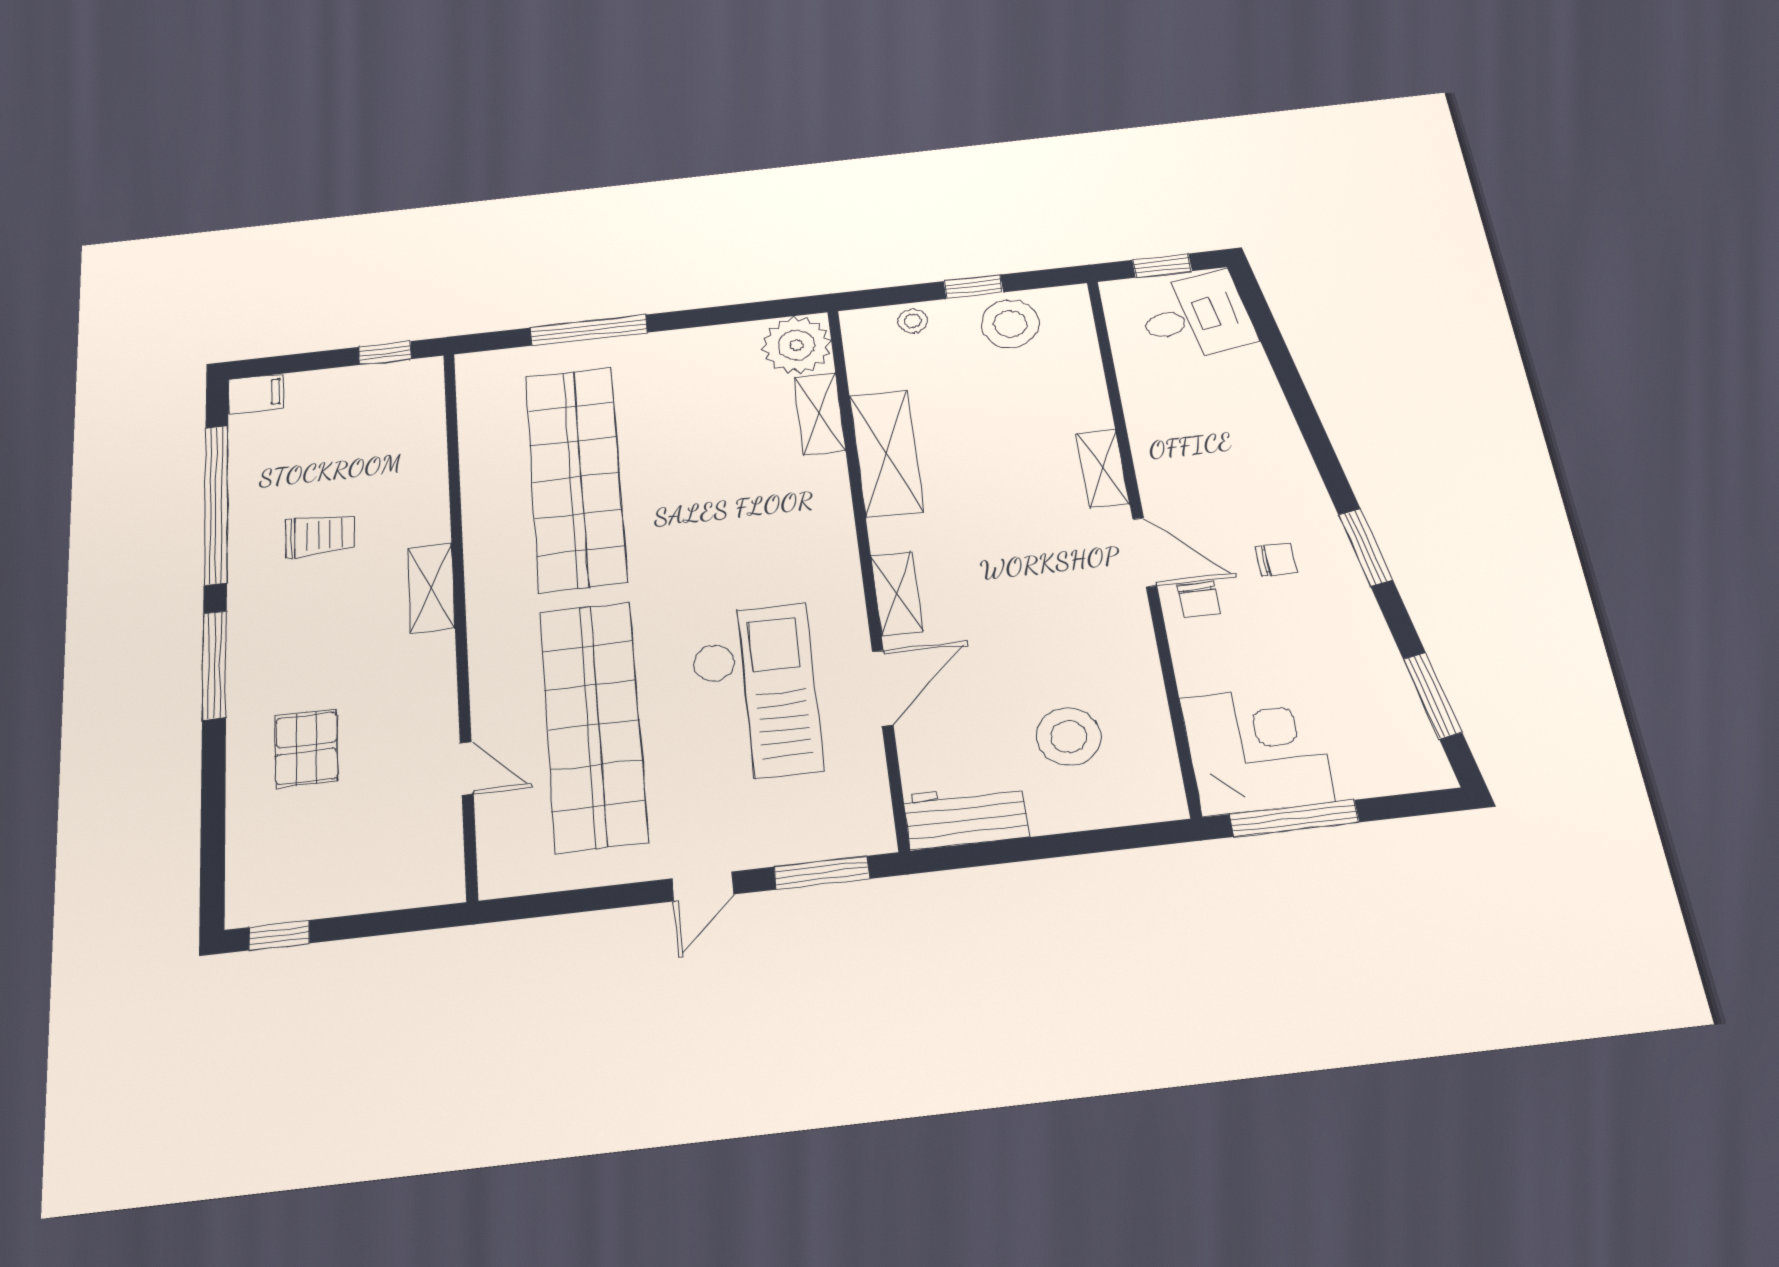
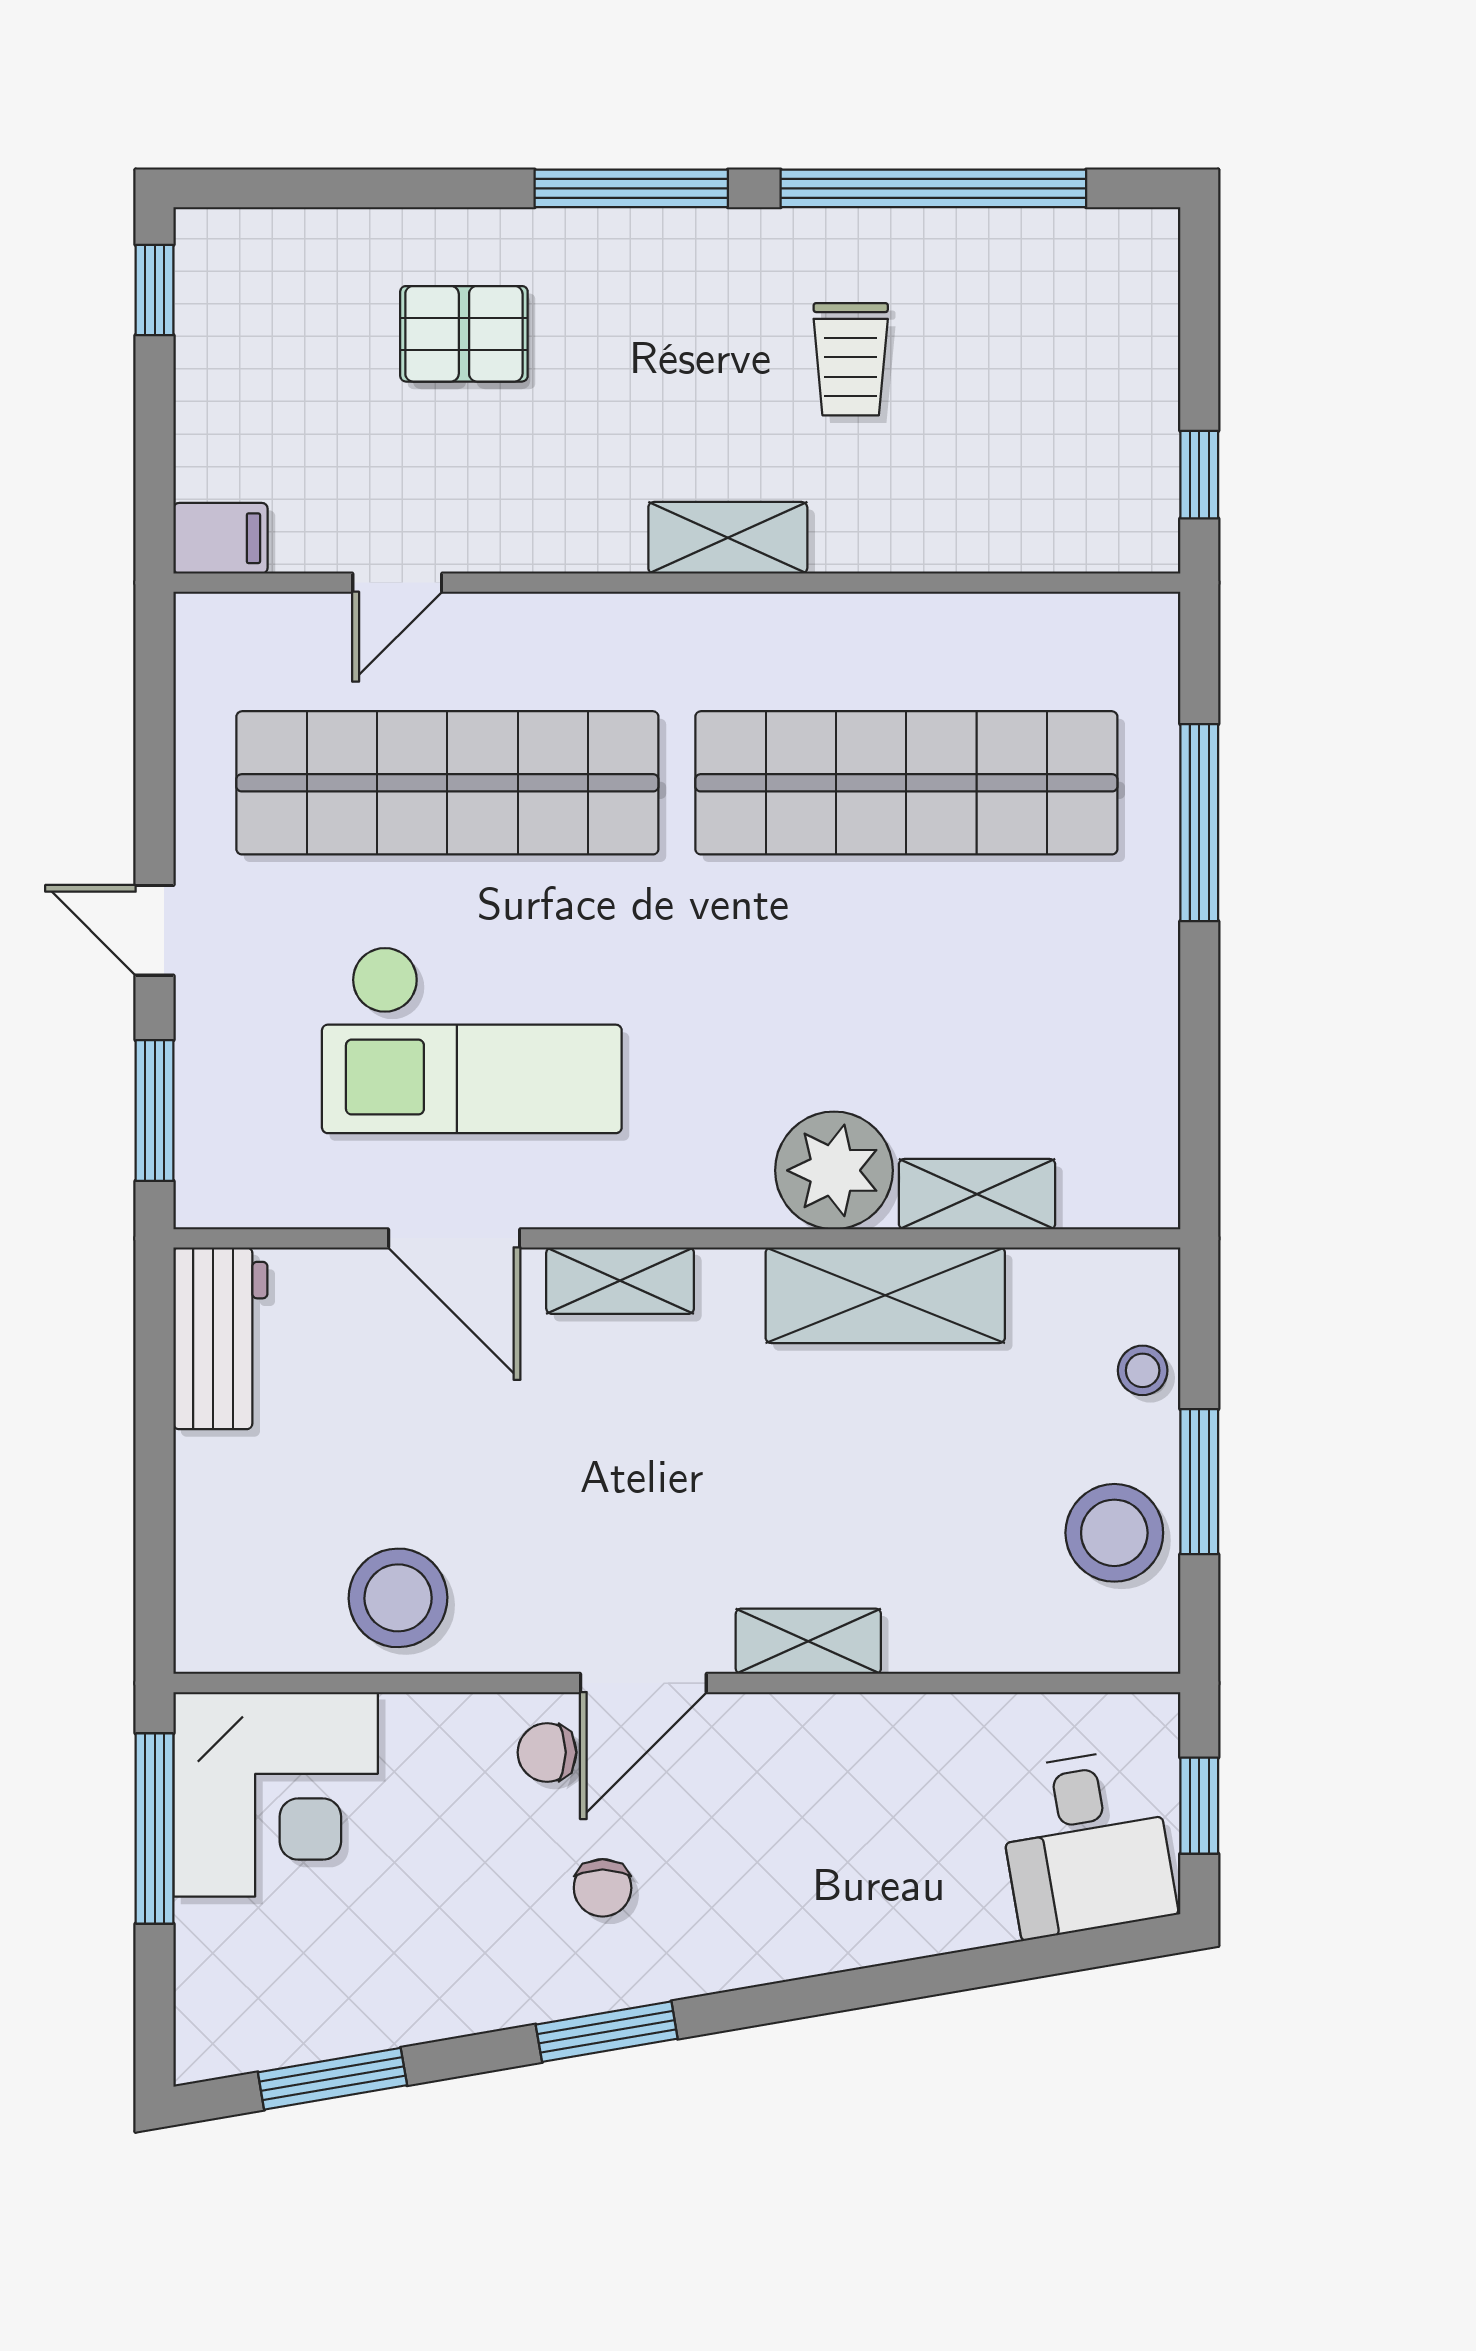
window: (973, 287) -> (1199, 1482), width x1.50
plant: (797, 345) -> (834, 1170), moved
filing cabinet: (256, 394) -> (220, 538), moved, turned -90
stool: (1069, 736) -> (398, 1598), moved

